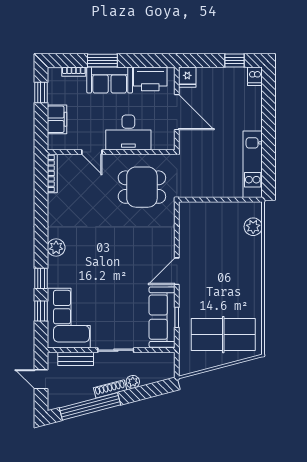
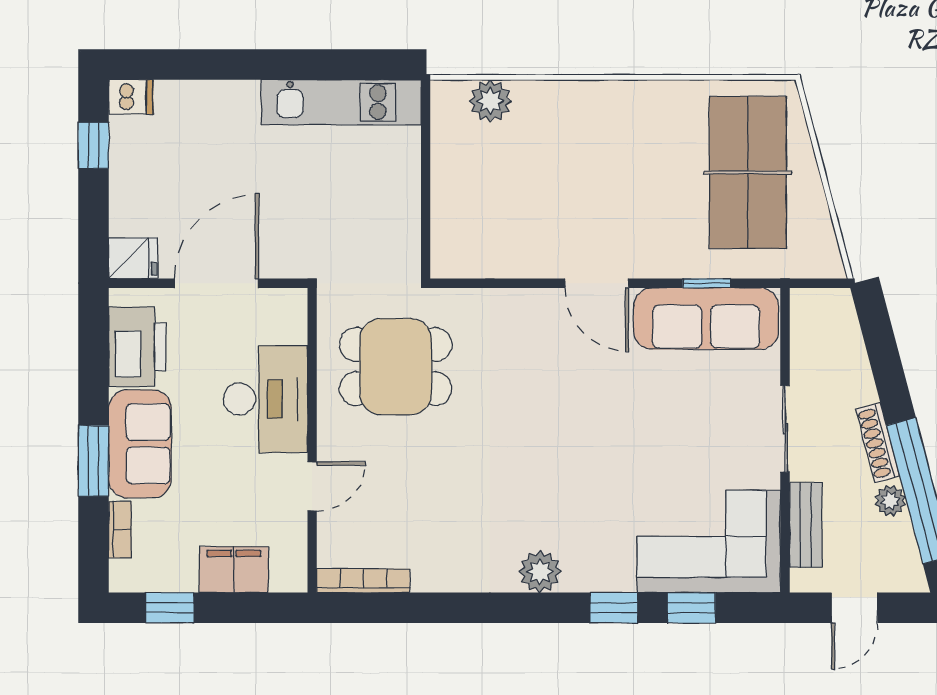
dining table: (142, 187) -> (396, 367), turned 90
plant: (133, 382) -> (890, 501), moved

